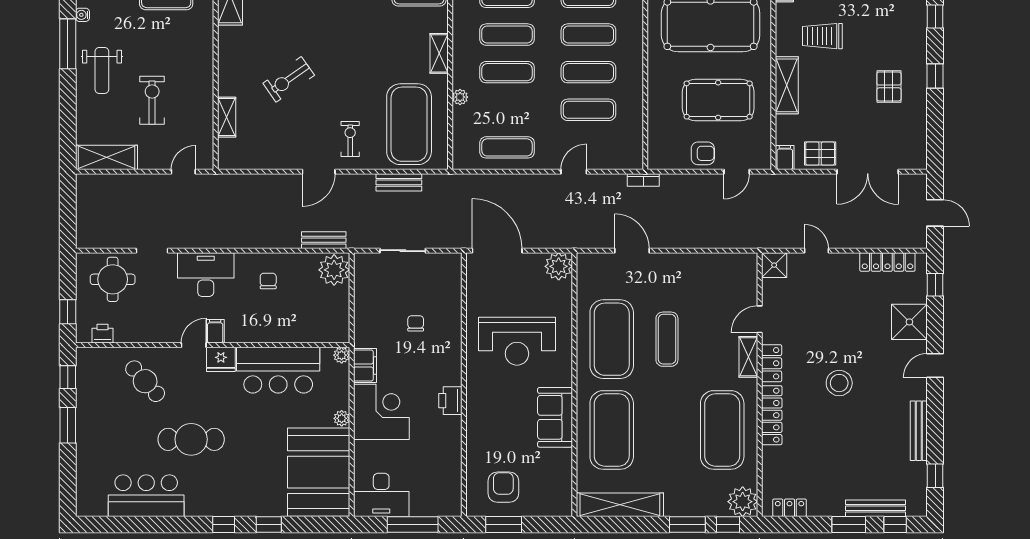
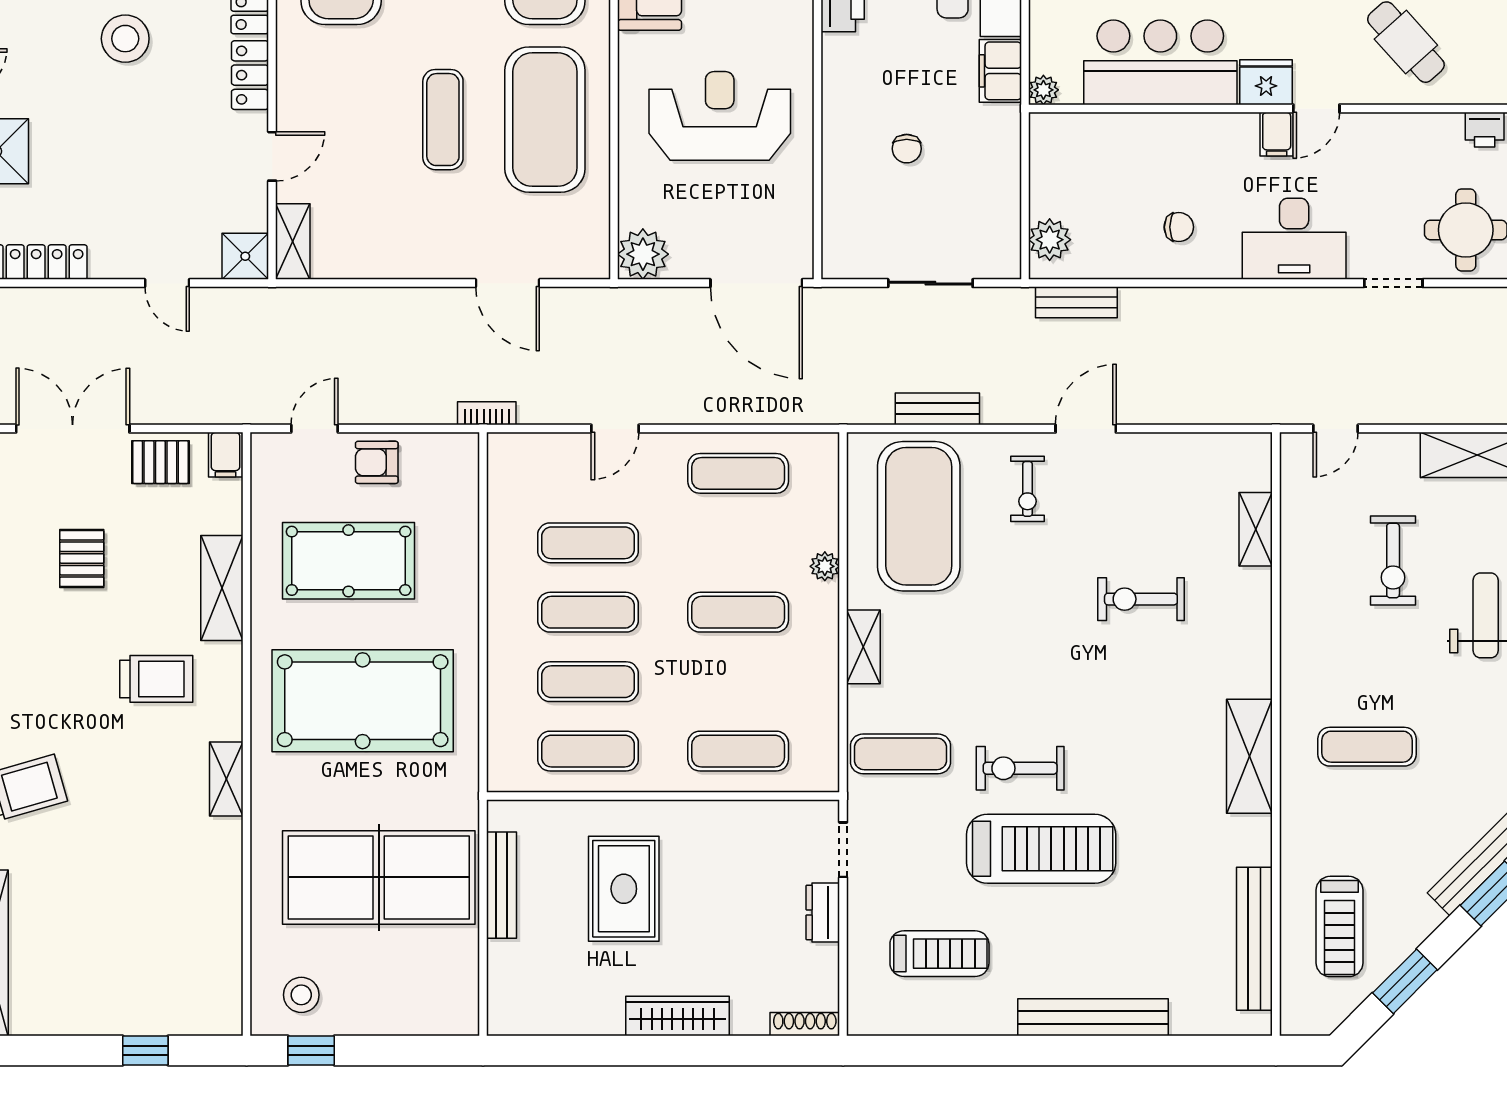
exercise mat: (507, 35) -> (738, 682), removed
exercise bike: (289, 79) -> (1141, 599), turned -145
pallet: (889, 86) -> (82, 558), moved
plant: (334, 270) -> (1050, 240), width x0.73, depth x0.73
chair: (268, 281) -> (1179, 227), turned -90
shelving: (748, 357) -> (293, 242), moved

